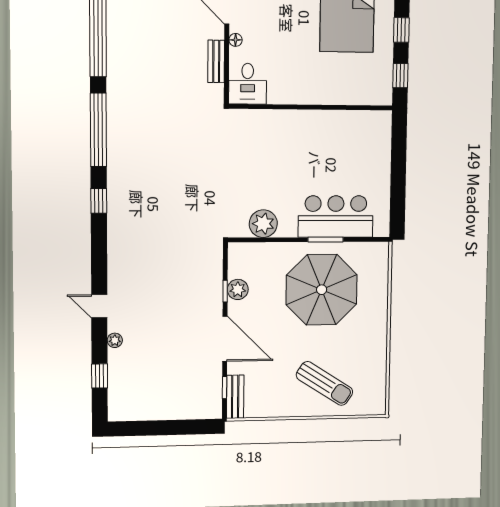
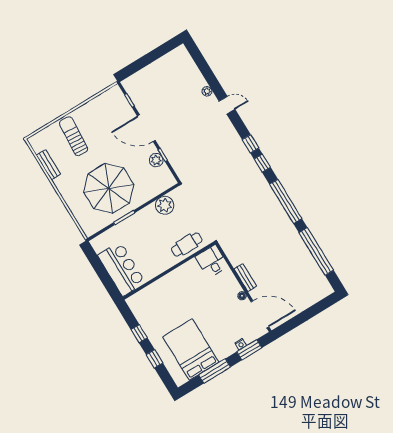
desk: (248, 84) -> (212, 261), moved
wall: (311, 107) -> (169, 271), moved
cafe table: (267, 154) -> (187, 245), added
bar counter: (336, 216) -> (122, 269), moved, turned -90
window: (100, 376) -> (251, 144), moved
sun lounger: (324, 383) -> (74, 136), turned 61
bench: (235, 397) -> (48, 165), moved

